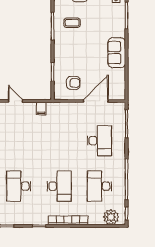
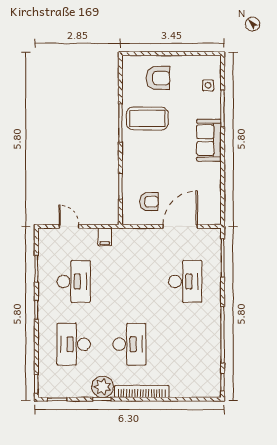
coffee table: (72, 23) -> (147, 118), width x1.86, depth x1.72
sofa: (117, 53) -> (209, 140), moved
desk: (99, 186) -> (74, 281), moved, turned 180
plant: (111, 217) -> (103, 387), moved

